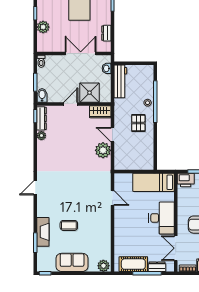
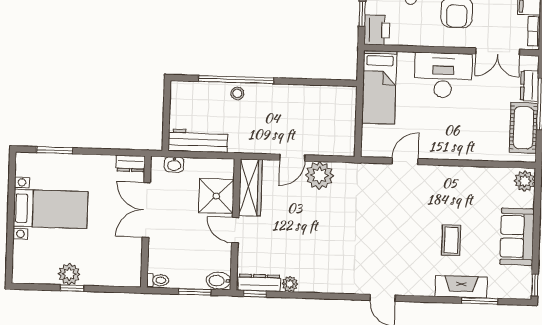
plant: (43, 27) -> (69, 274), moved
dresser: (106, 33) -> (131, 163), moved
wardrobe: (100, 112) -> (250, 188), width x1.50
pallet: (138, 123) -> (273, 111), removed

